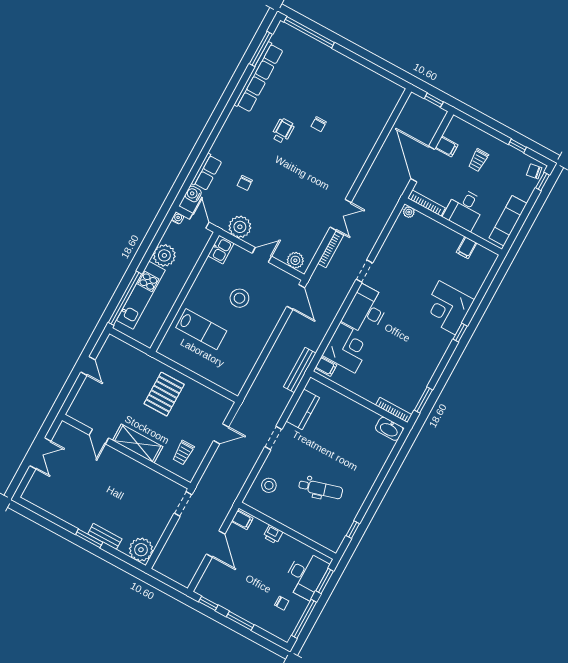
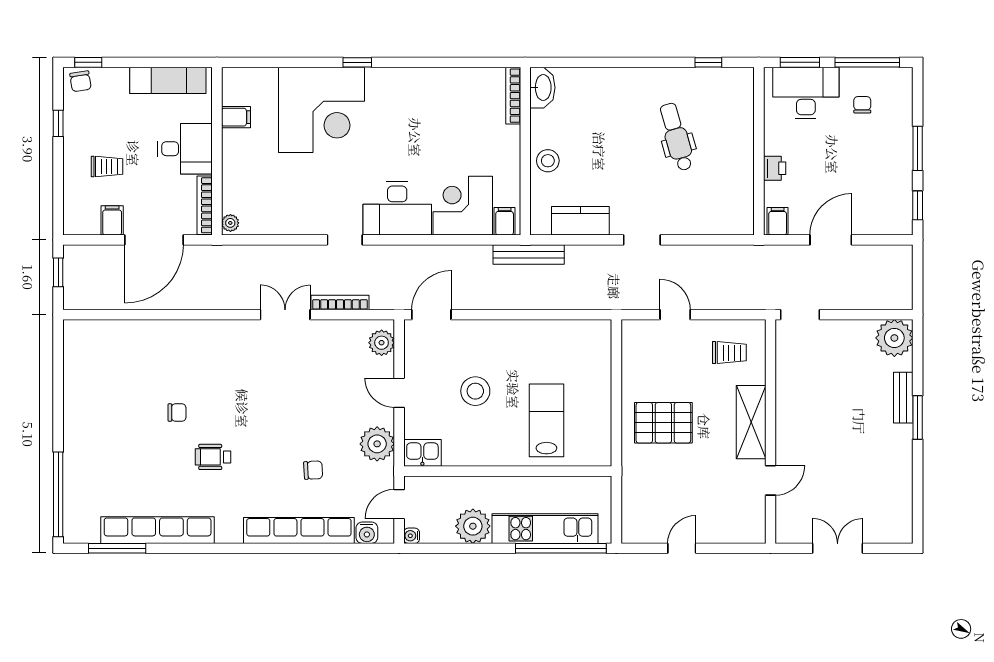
row of seats: (207, 172) -> (299, 530), width x2.02
corner desk: (447, 308) -> (322, 110), width x1.36, depth x1.36
window: (423, 400) -> (477, 62), removed
stool: (269, 485) -> (548, 161), moved

